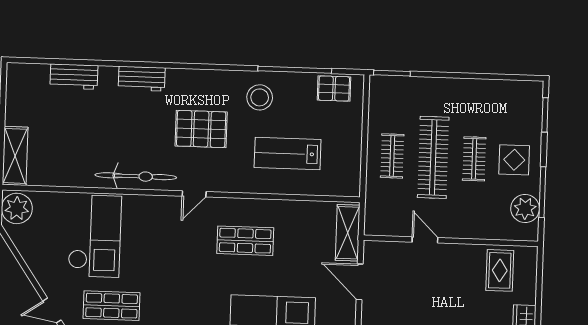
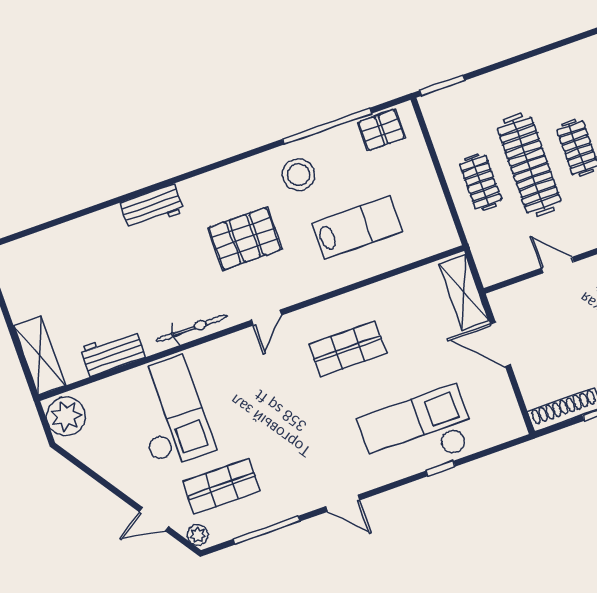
workbench: (74, 77) -> (113, 353), moved, turned 180
lab bench: (288, 153) -> (357, 227), turned 180
bicycle: (136, 176) -> (192, 328), width x0.73, depth x0.71

